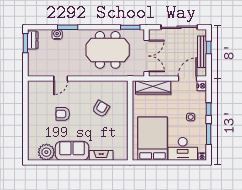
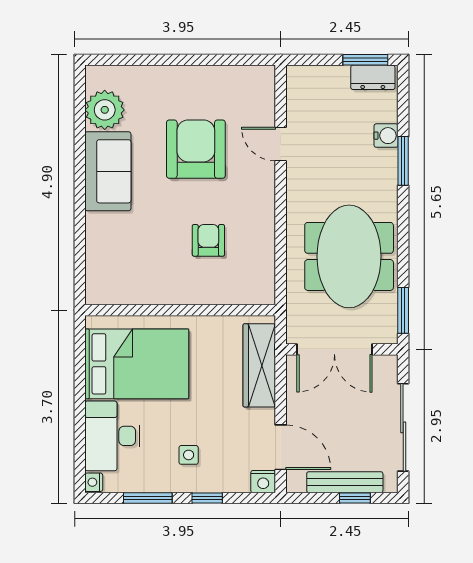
armchair: (101, 109) -> (208, 240), turned -121
armchair: (63, 114) -> (196, 149), width x1.88, depth x1.88
fireplace: (101, 155) -> (97, 241), removed

